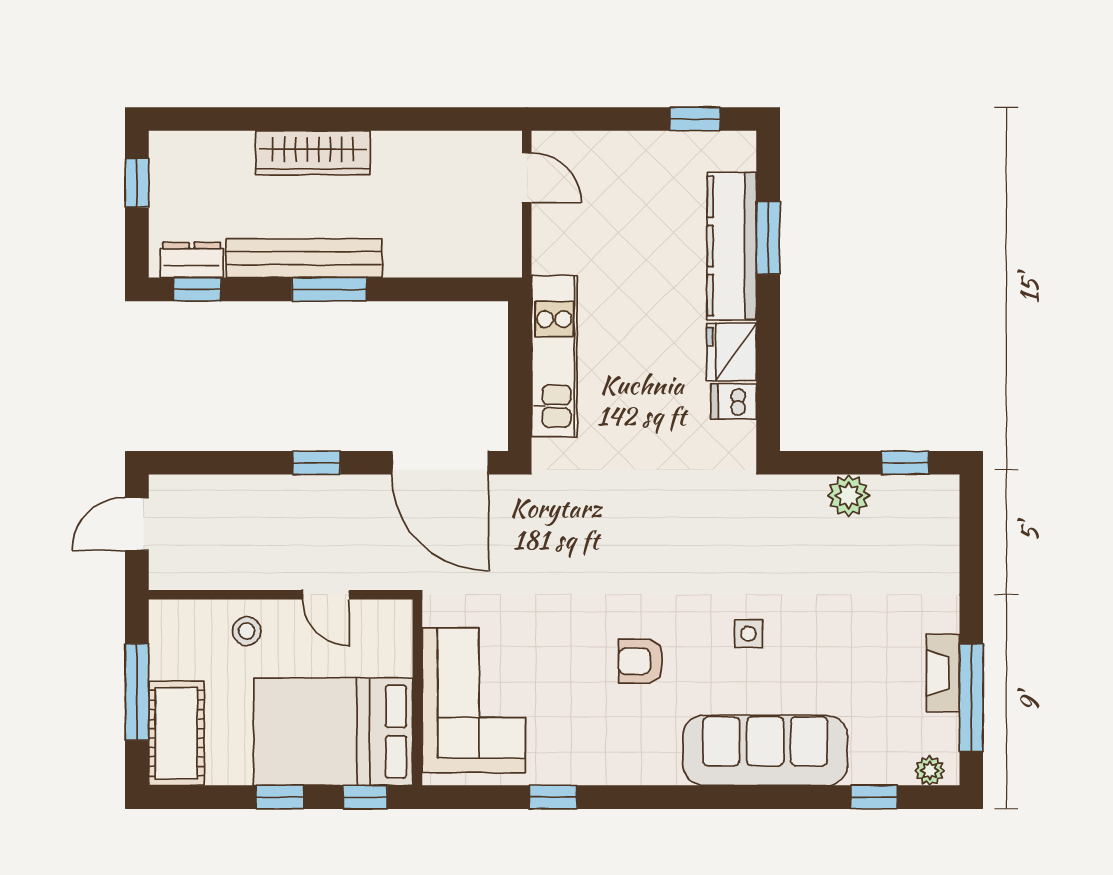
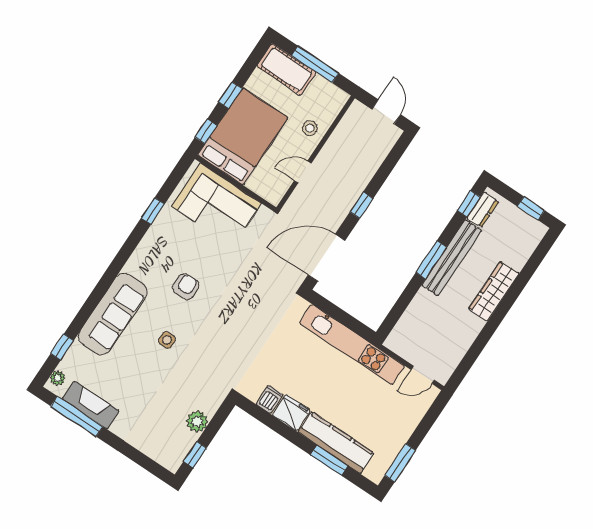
window: (695, 119) -> (400, 463), width x1.50
kitchen unit: (554, 356) -> (352, 344), width x1.36
fireplace: (943, 673) -> (91, 405), width x1.37, depth x1.32

